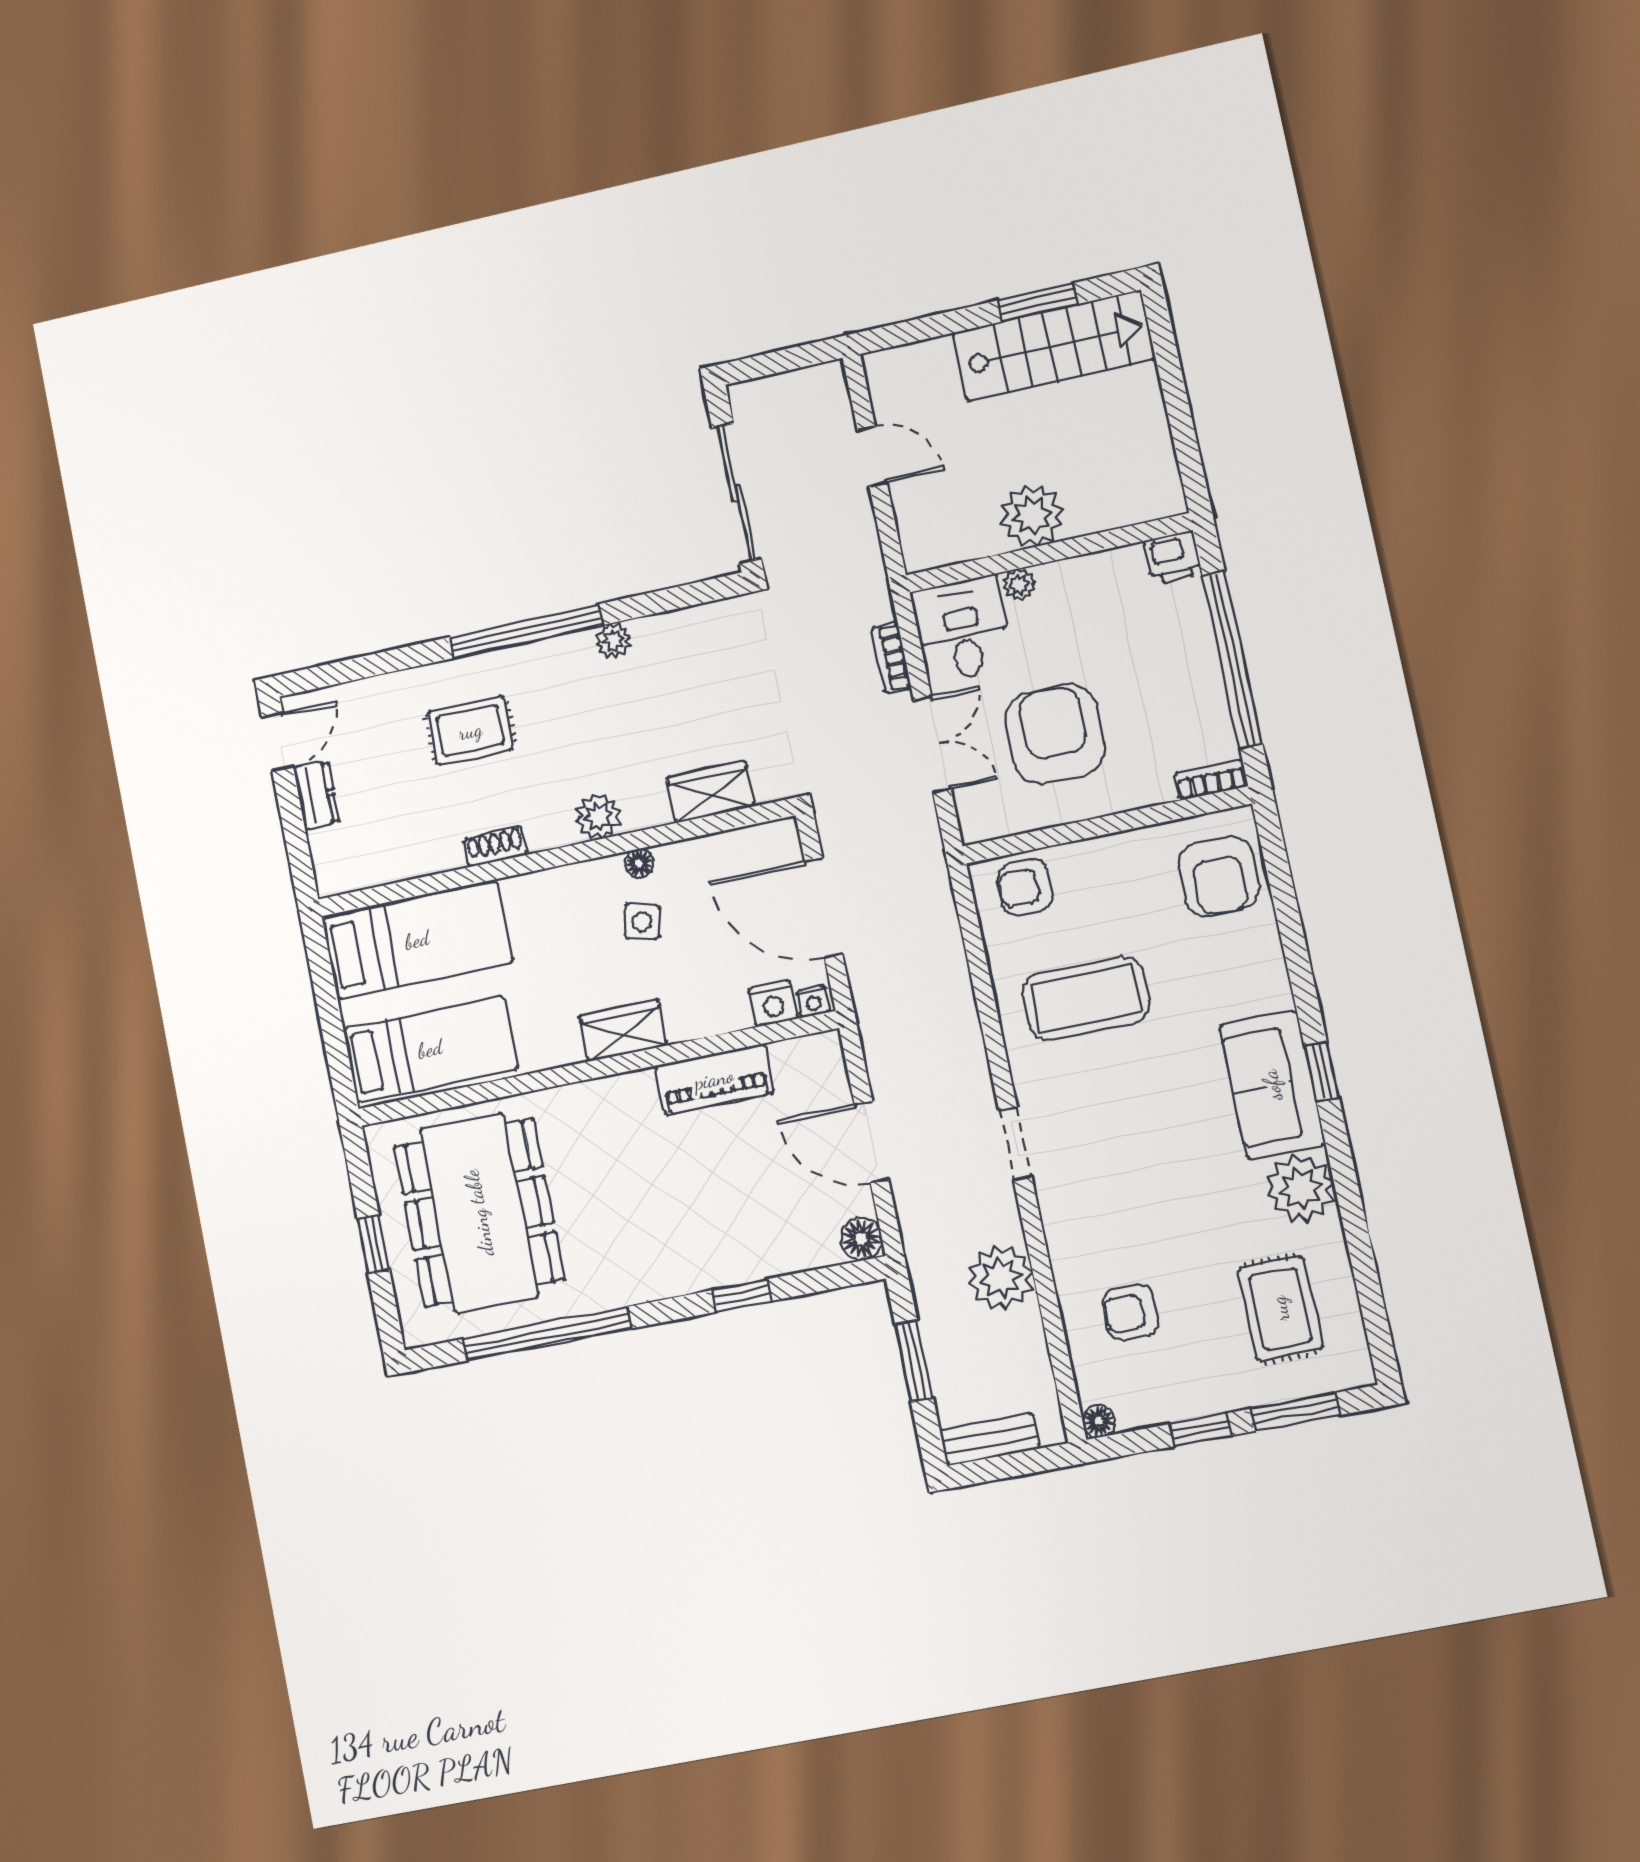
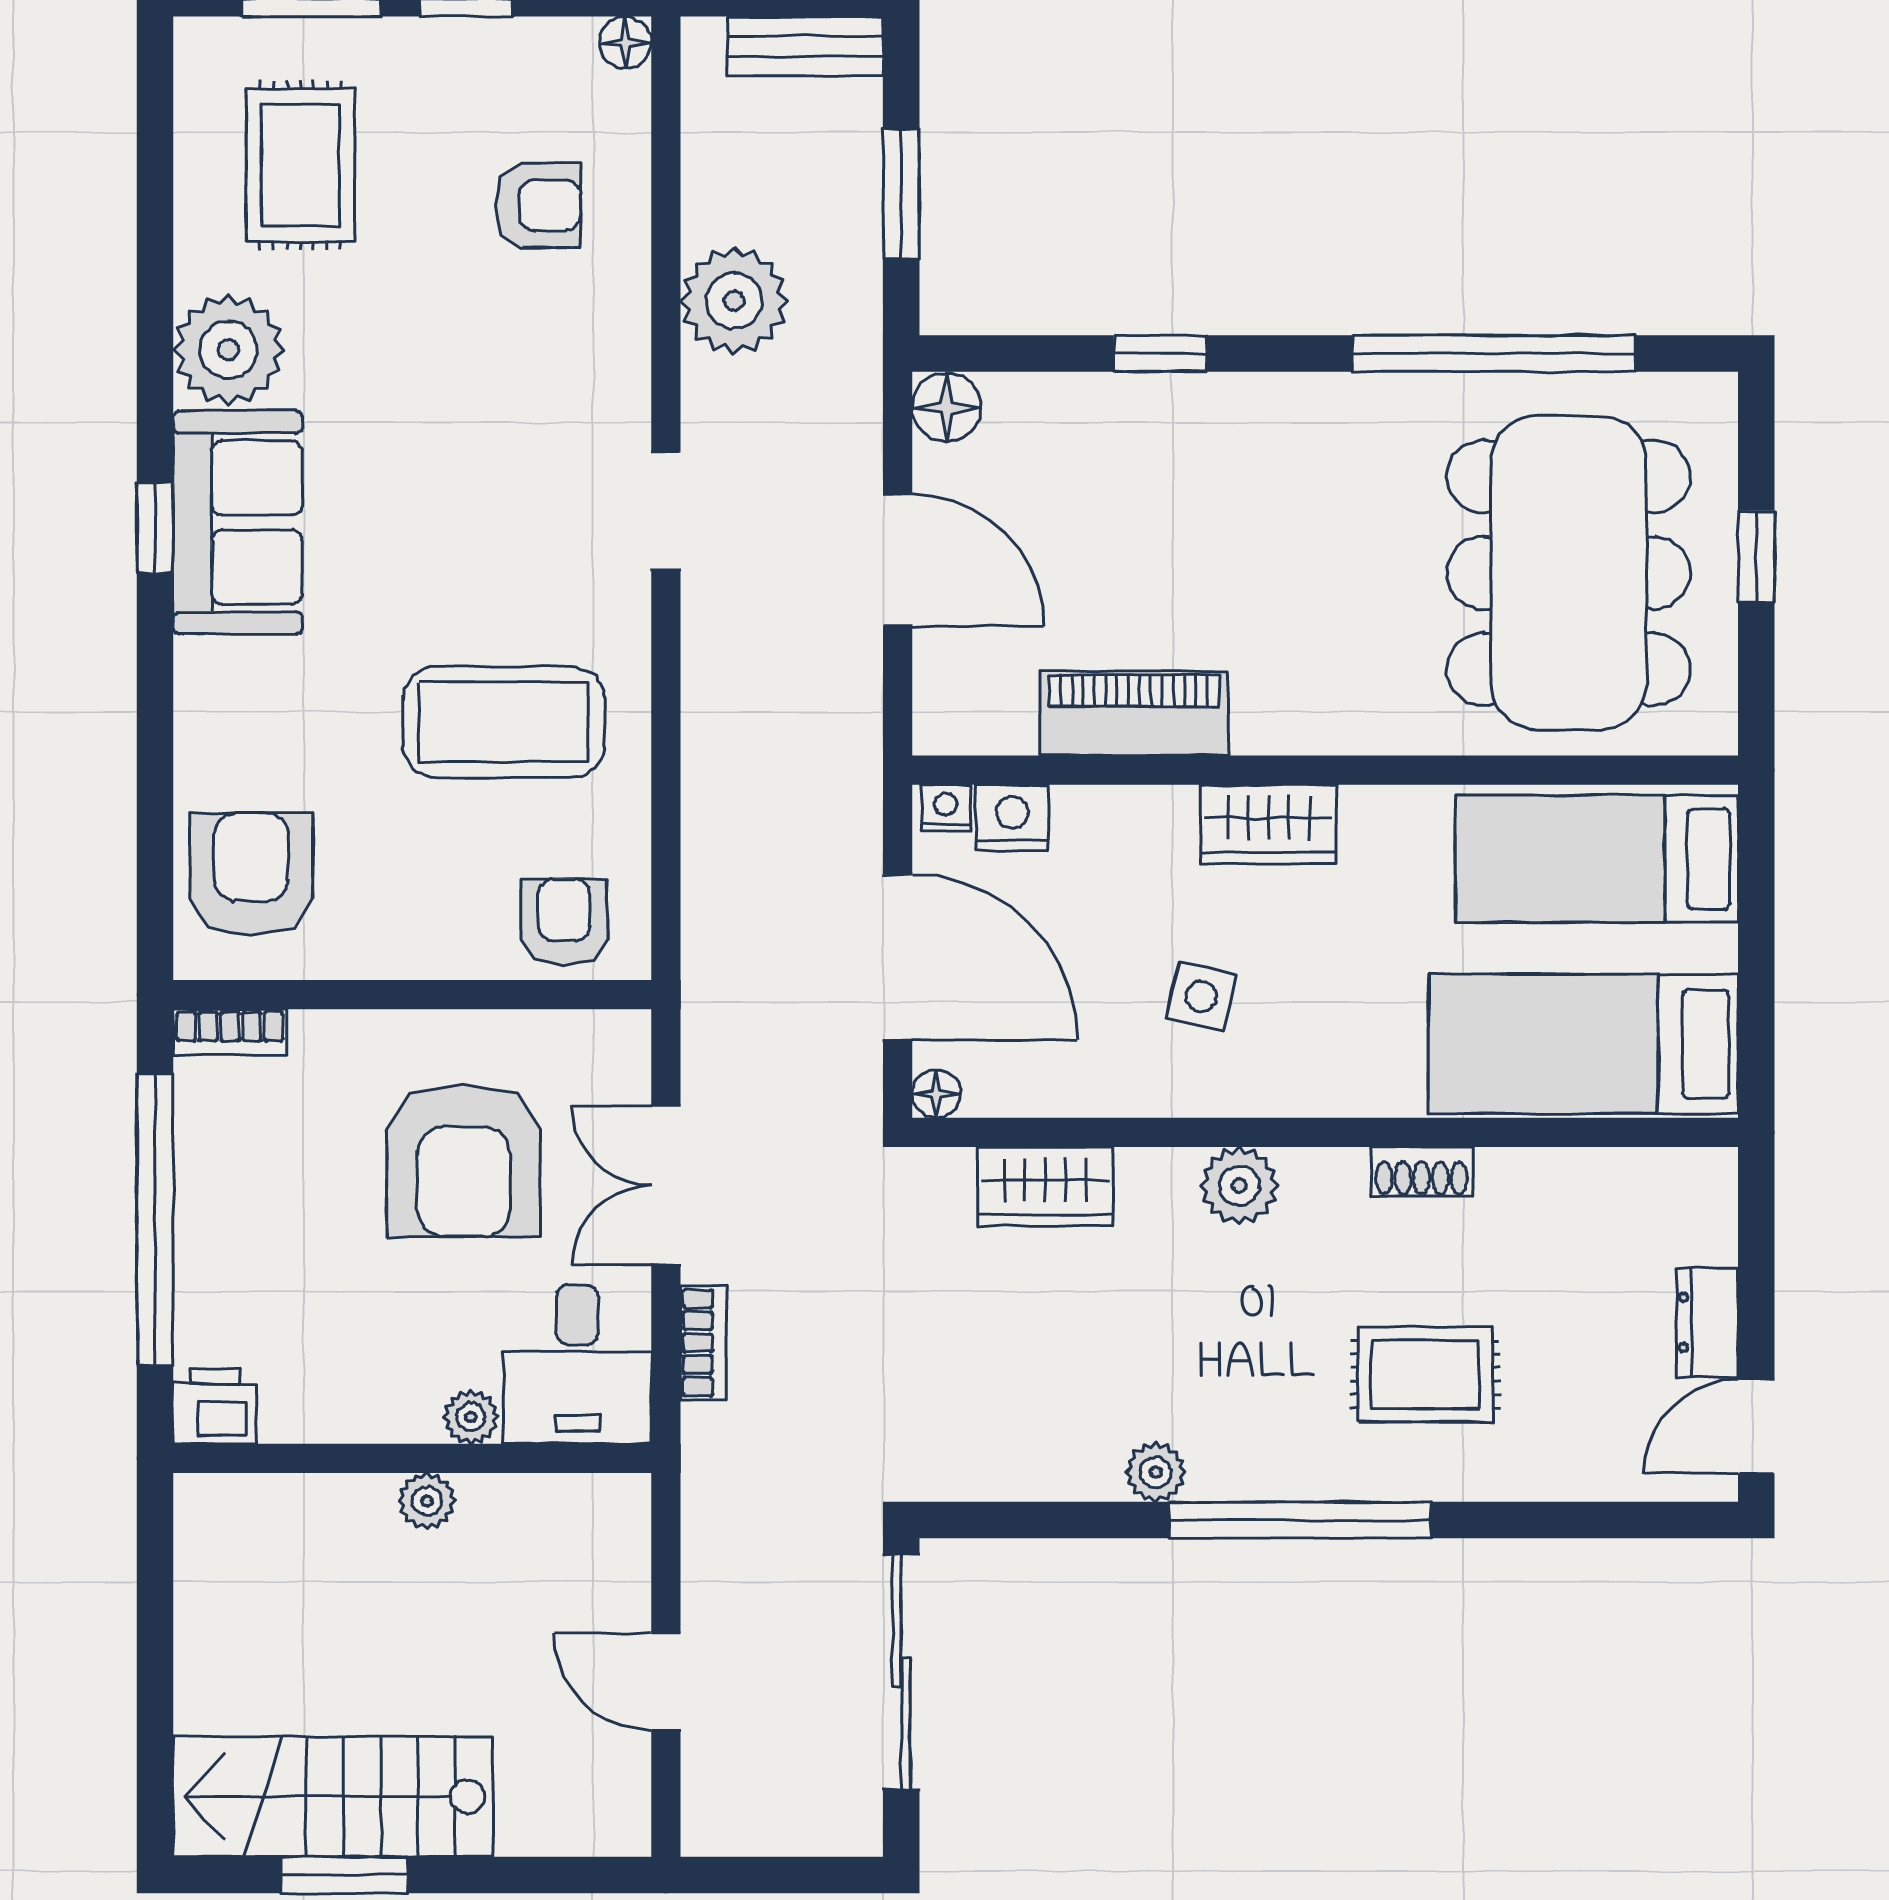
plant: (1032, 516) -> (427, 1501), width x0.53, depth x0.53
floor lamp: (639, 863) -> (936, 1094), moved
armchair: (1025, 887) -> (564, 922), turned -90

